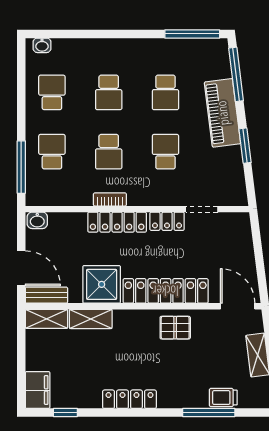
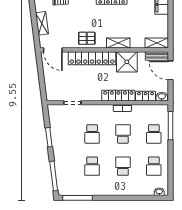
school desk: (165, 92) -> (92, 166), turned 180
piano: (222, 113) -> (61, 155), removed
locker: (167, 221) -> (146, 96), moved
shelving: (91, 319) -> (118, 43), moved

